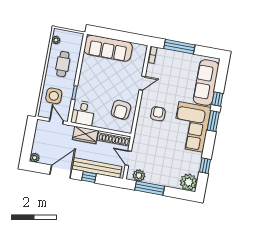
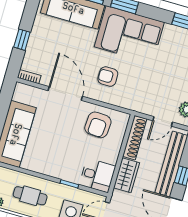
window: (179, 47) -> (22, 40), width x0.46
door: (142, 83) -> (65, 93), width x1.87
armchair: (121, 110) -> (98, 125), turned 88

